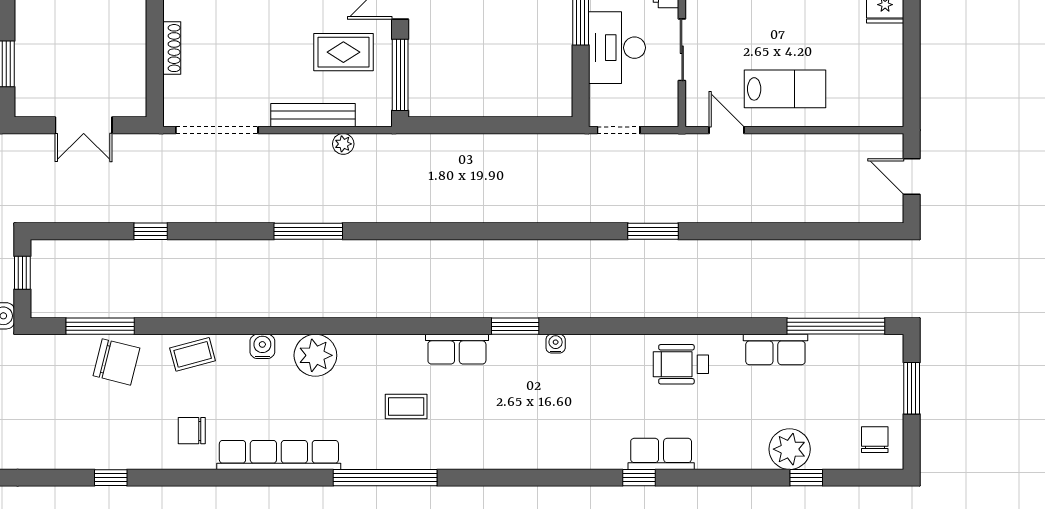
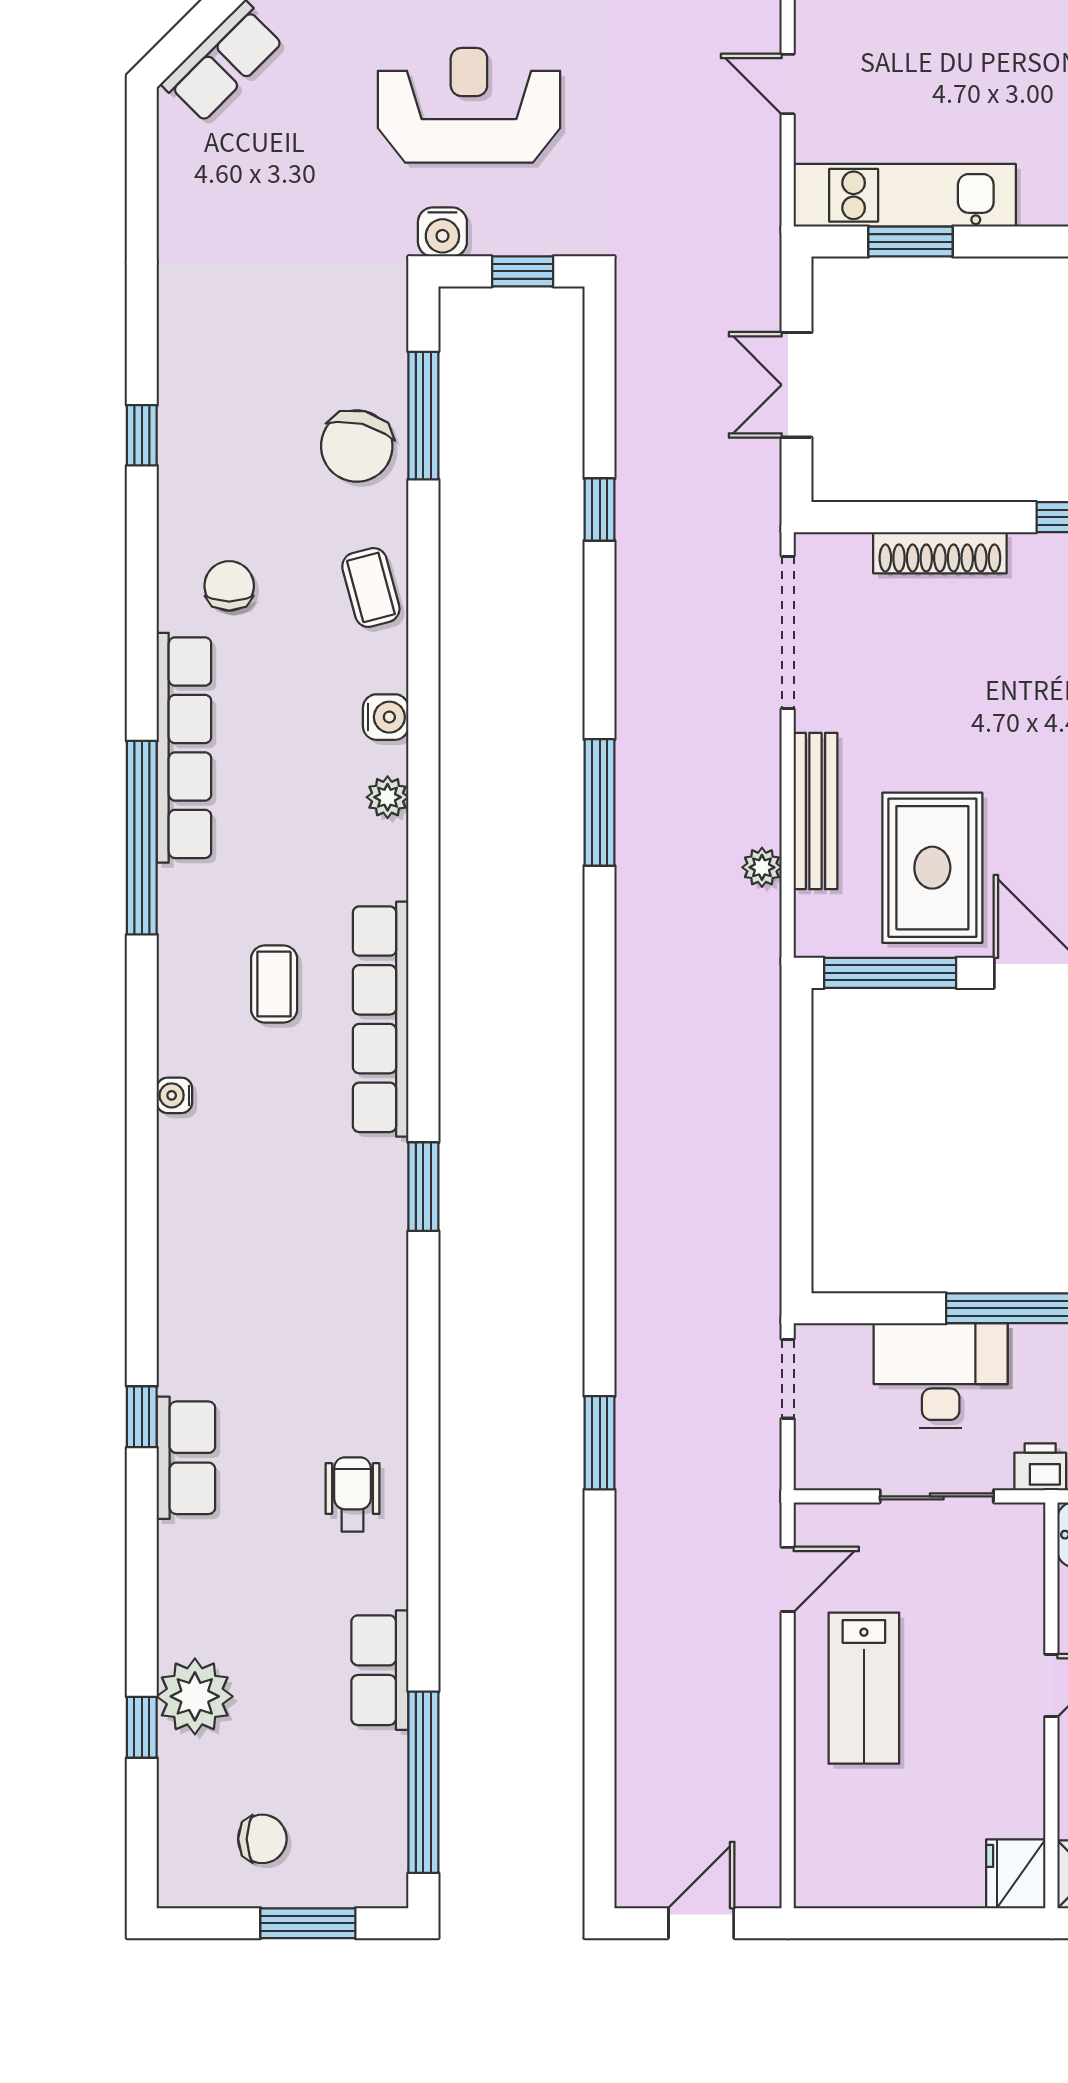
shoe rack: (172, 48) -> (940, 553), width x1.36, depth x1.24
rug: (343, 52) -> (932, 868), width x1.36, depth x1.43
water cooler: (556, 344) -> (174, 1095), moved, turned 180
row of seats: (457, 349) -> (381, 1019), width x2.02
plant: (315, 355) -> (388, 797), width x0.53, depth x0.53
wheelchair: (681, 364) -> (352, 1494), width x0.73, depth x0.73
chair: (875, 440) -> (262, 1839), moved
window: (385, 478) -> (142, 838), moved

